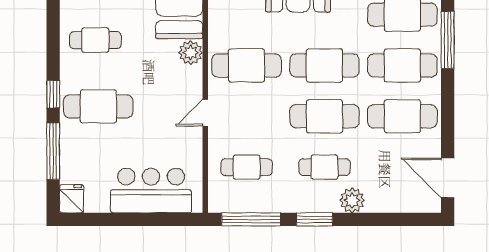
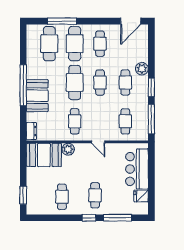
cafe table: (247, 65) -> (75, 121), width x0.73, depth x0.74
cafe table: (98, 106) -> (95, 195), width x0.73, depth x0.74
cafe table: (324, 116) -> (100, 83), width x0.73, depth x0.74
cafe table: (402, 116) -> (100, 44), width x0.73, depth x0.74
fridge: (72, 199) -> (141, 196), moved

